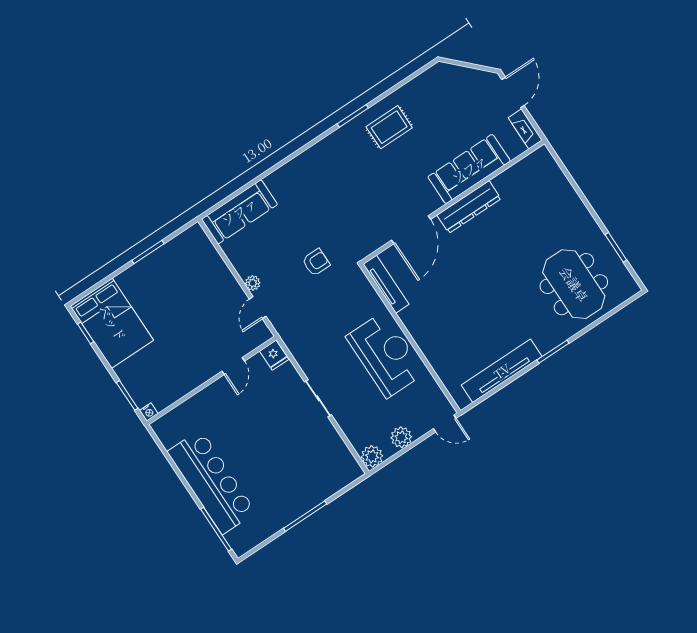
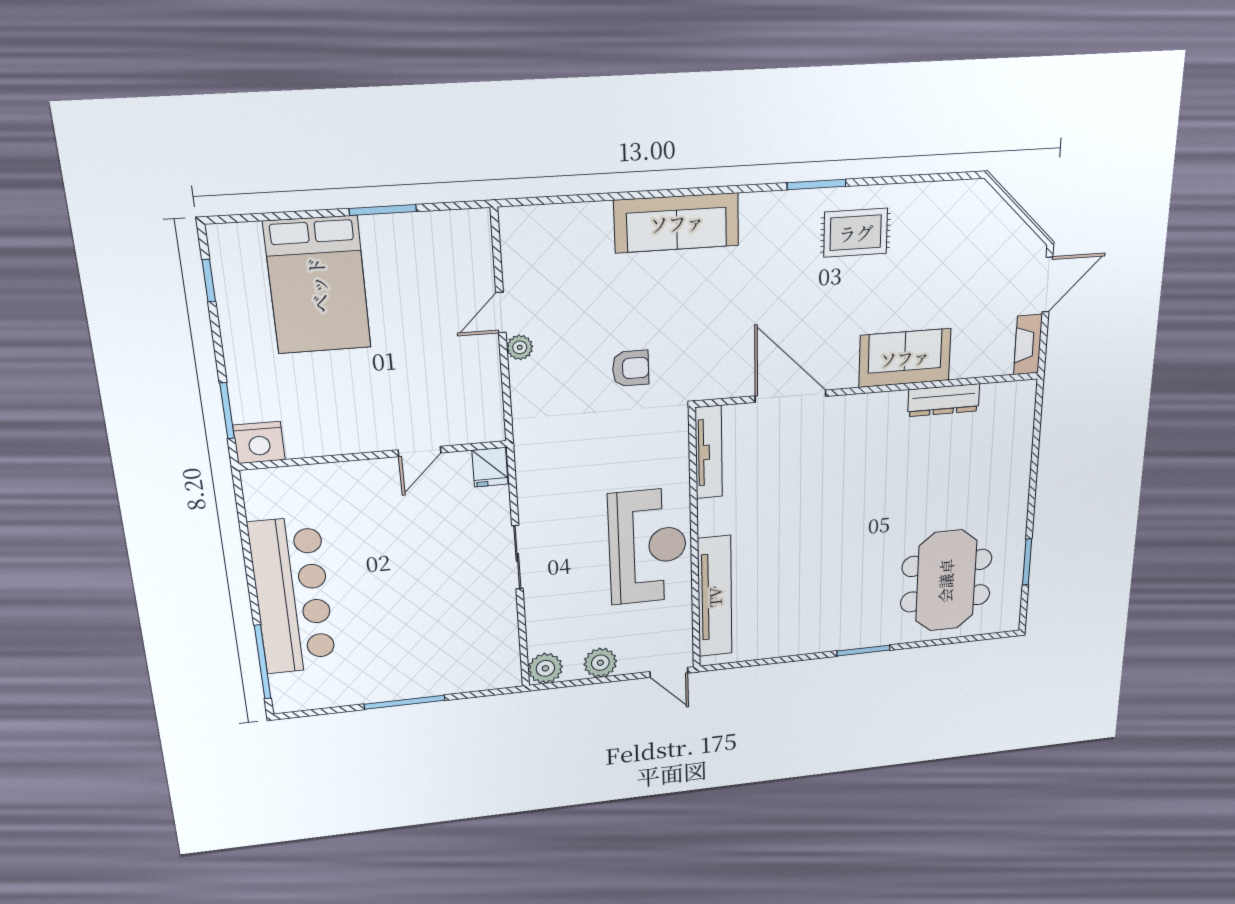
sofa: (469, 169) -> (905, 358), width x0.73
dresser: (469, 207) -> (944, 400), moved, width x0.73, depth x0.80
sofa: (239, 212) -> (677, 223), moved
door: (411, 230) -> (790, 396), swing flipped
door: (258, 308) -> (501, 313), moved
bed: (112, 323) -> (318, 285), moved
tv unit: (502, 371) -> (715, 597), moved, turned 90
nightstand: (149, 412) -> (259, 443), width x1.89, depth x1.79

